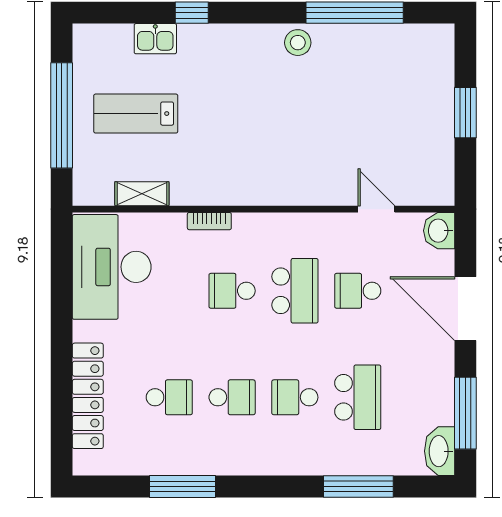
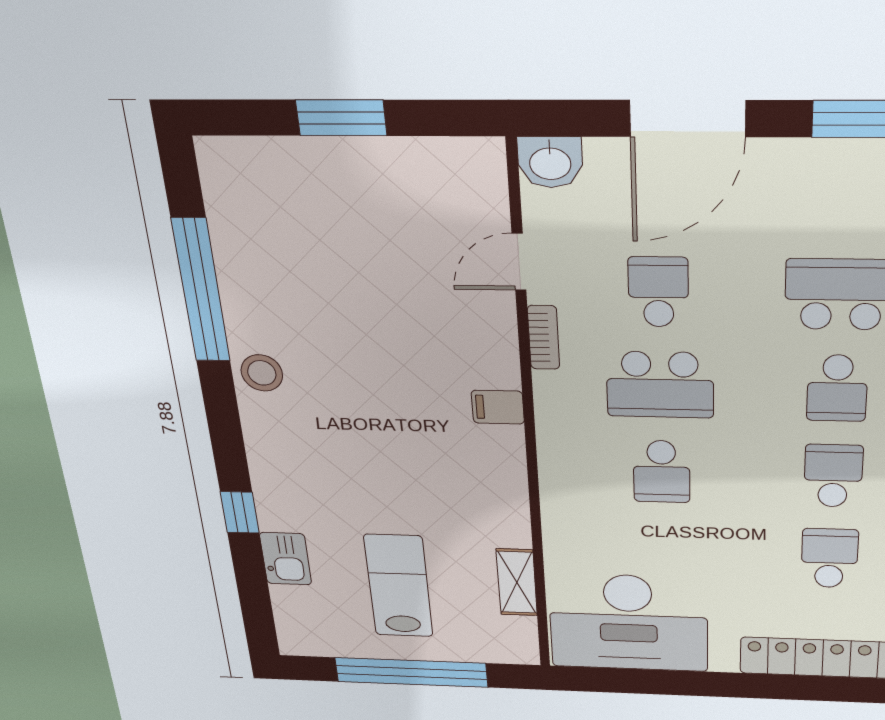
lab bench: (136, 114) -> (399, 586), turned 180
filing cabinet: (277, 190) -> (498, 407), added
bookcase: (209, 221) -> (544, 337), moved
school desk: (295, 291) -> (660, 385), turned 180
school desk: (358, 291) -> (658, 292), turned 180

